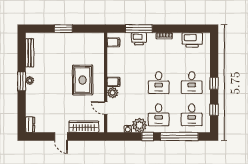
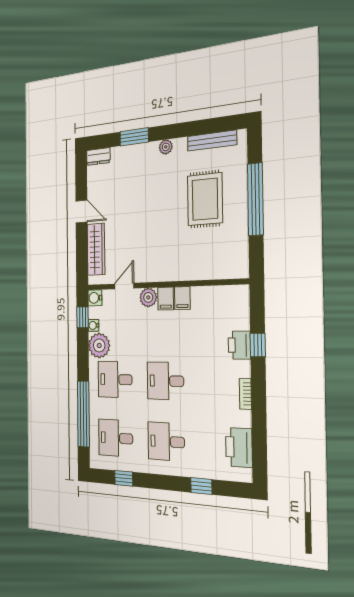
window: (63, 29) -> (255, 199), width x2.11
window: (139, 29) -> (258, 345), width x0.46
filing cabinet: (113, 42) -> (182, 298), moved
rug: (83, 80) -> (205, 199), moved, turned 90
window: (22, 81) -> (134, 137), moved
window: (214, 83) -> (201, 486), moved
water cooler: (112, 128) -> (95, 298), added
door: (61, 136) -> (82, 211), swing flipped
window: (148, 136) -> (82, 317), moved

